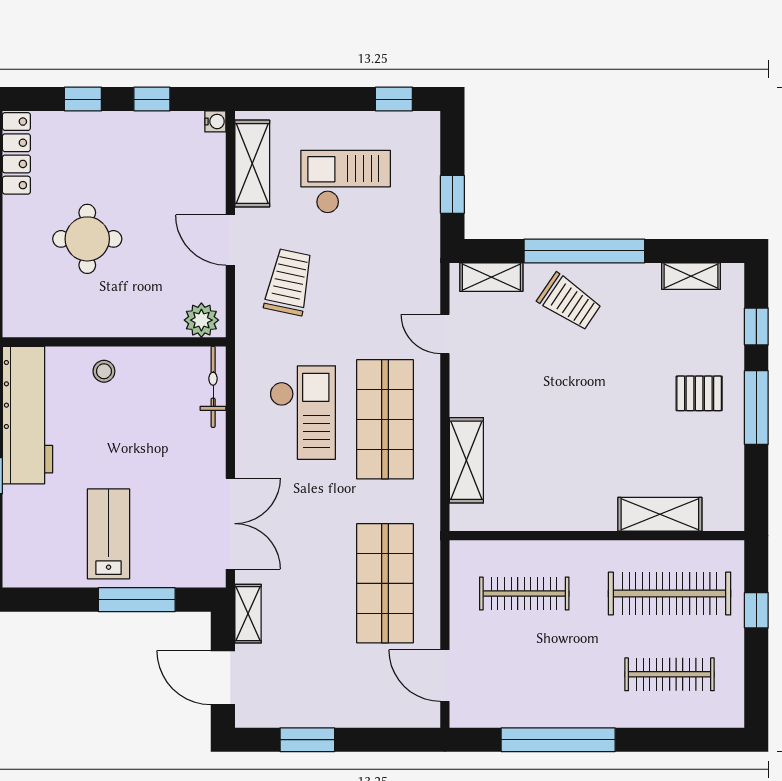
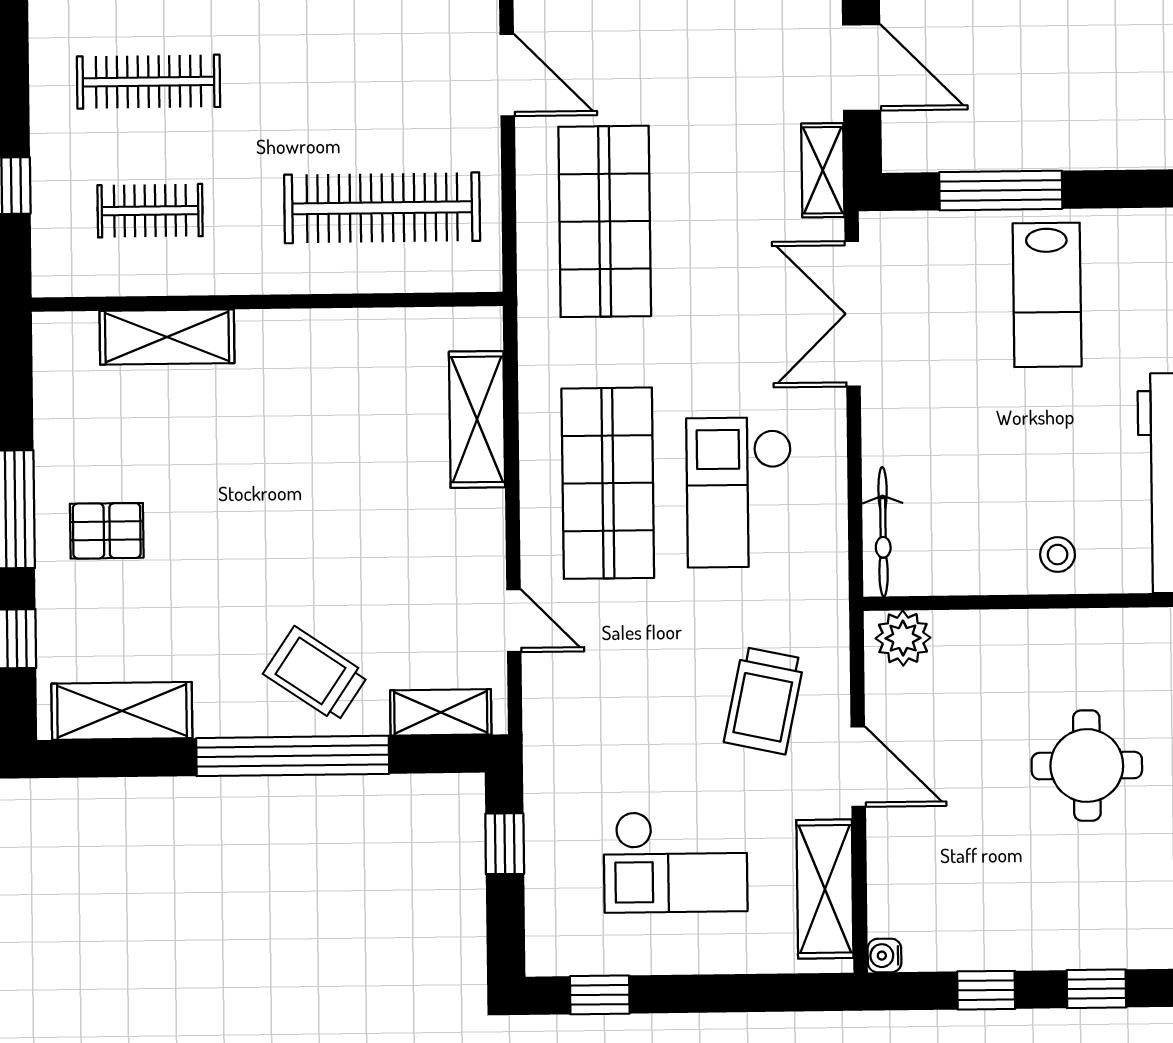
shelving: (691, 276) -> (122, 711), width x1.50, depth x1.33
clothes rail: (524, 594) -> (382, 208), width x1.37, depth x1.31
clothes rail: (670, 594) -> (150, 211), width x0.54, depth x0.76

